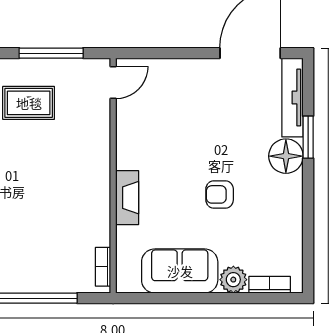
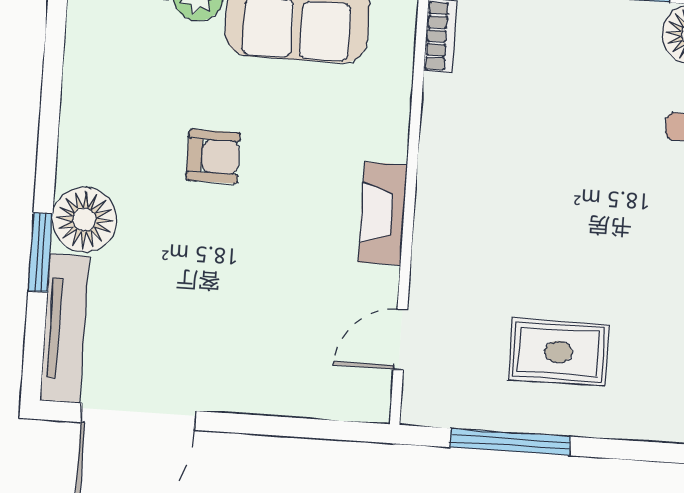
door: (113, 83) -> (400, 339), moved
fireplace: (127, 198) -> (383, 214), moved

